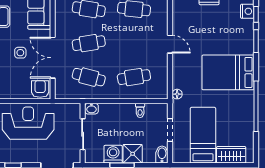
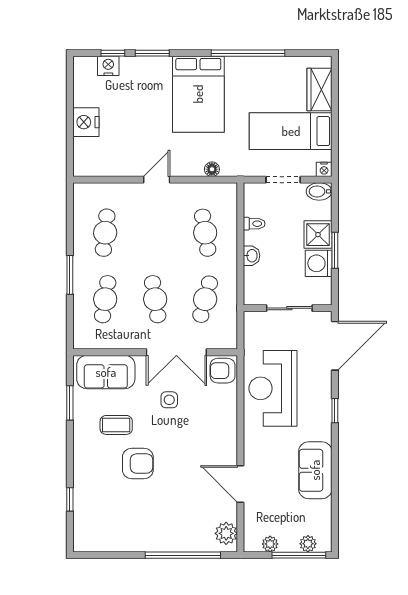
floor lamp: (177, 94) -> (212, 169), moved
washbasin: (91, 109) -> (252, 256), moved
nightstand: (177, 158) -> (324, 169), added

